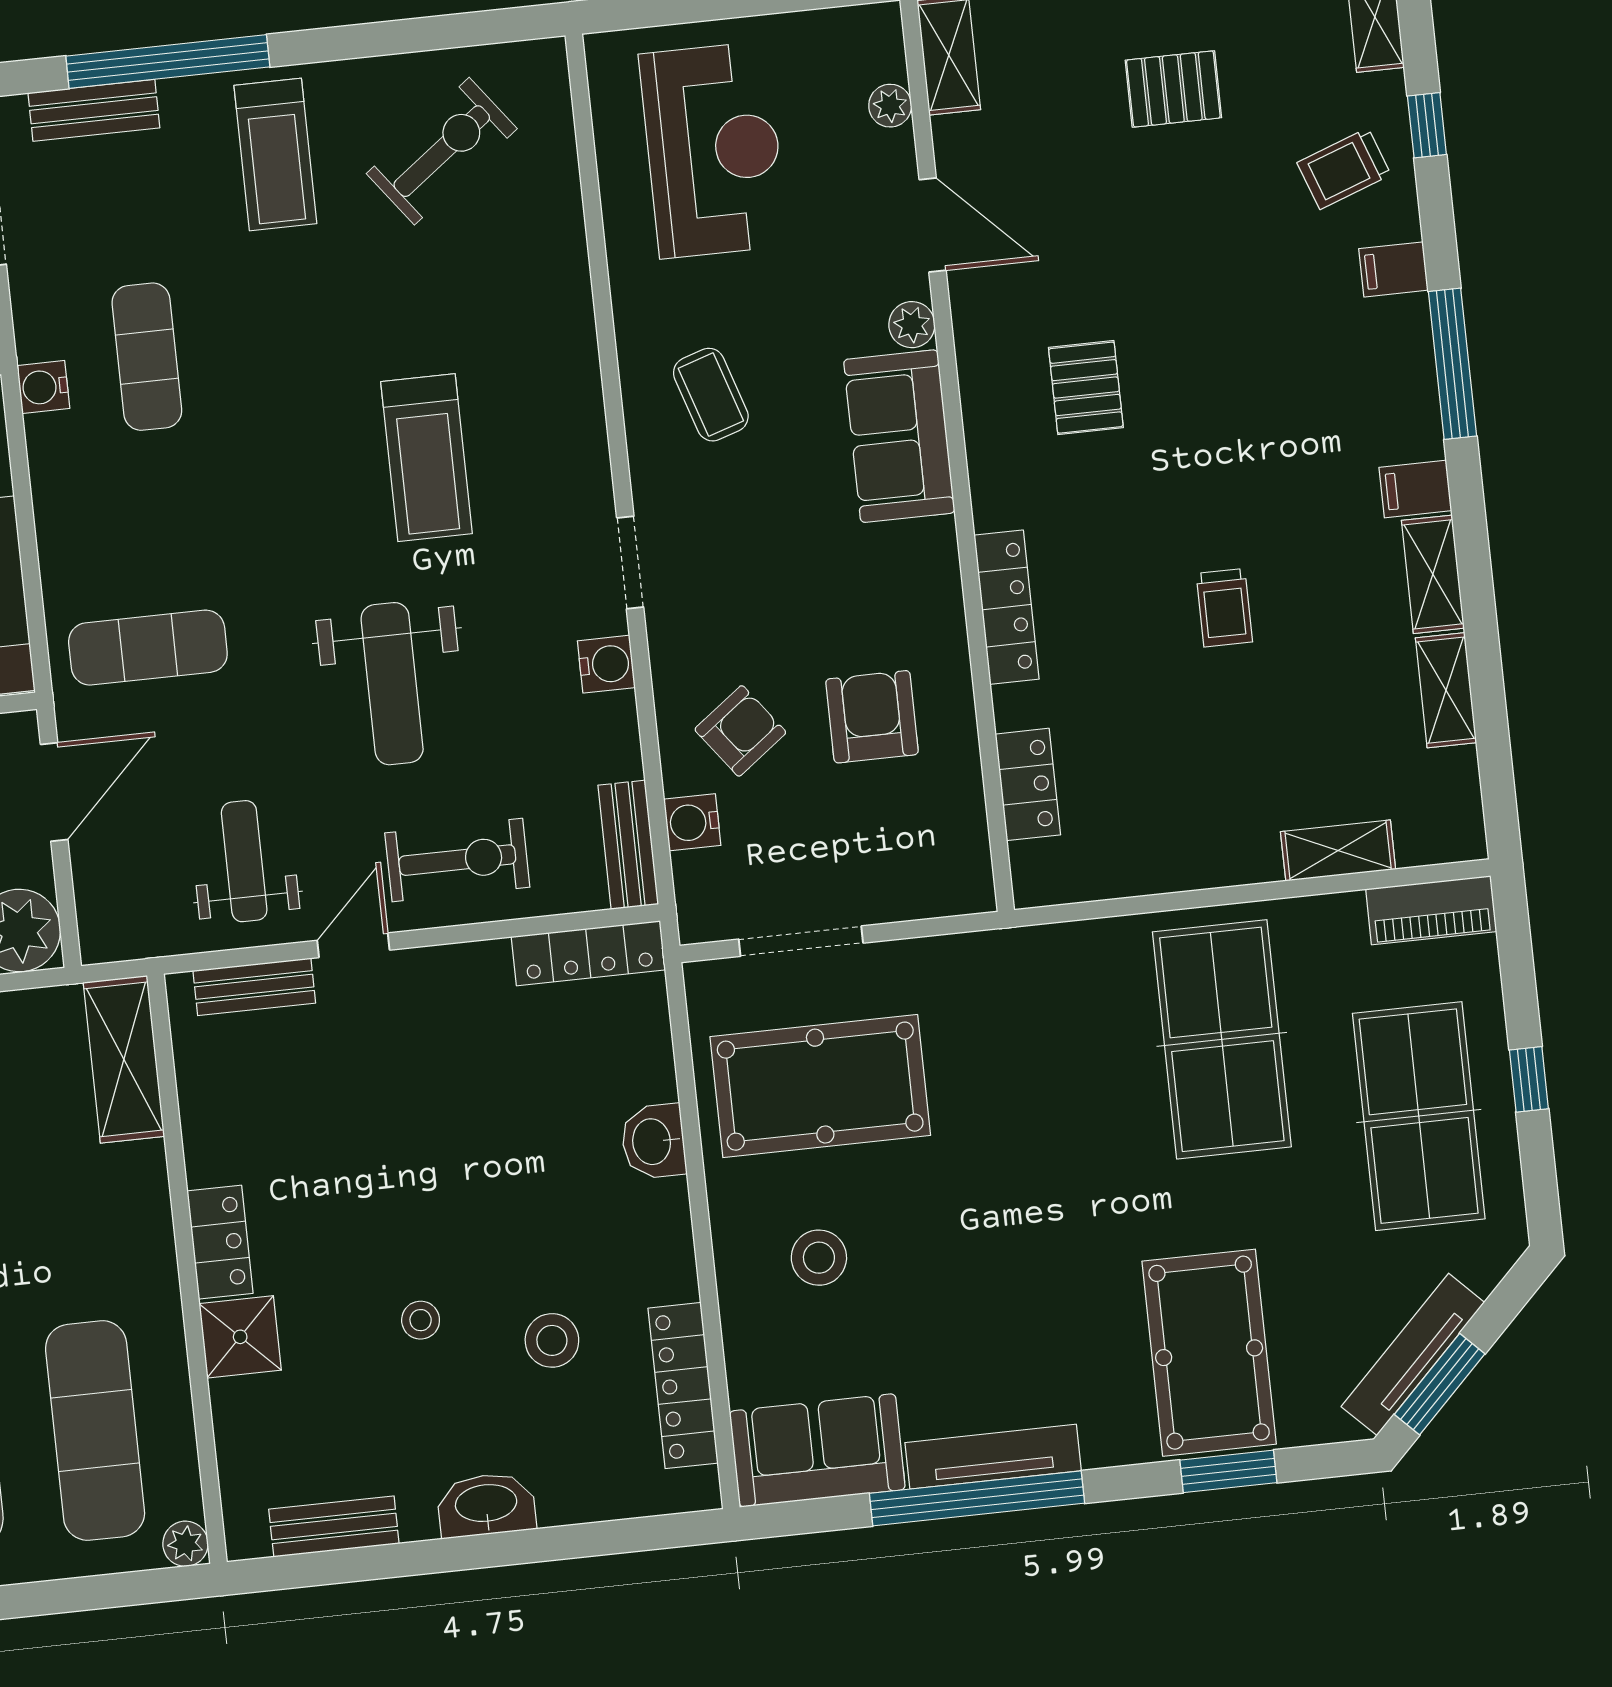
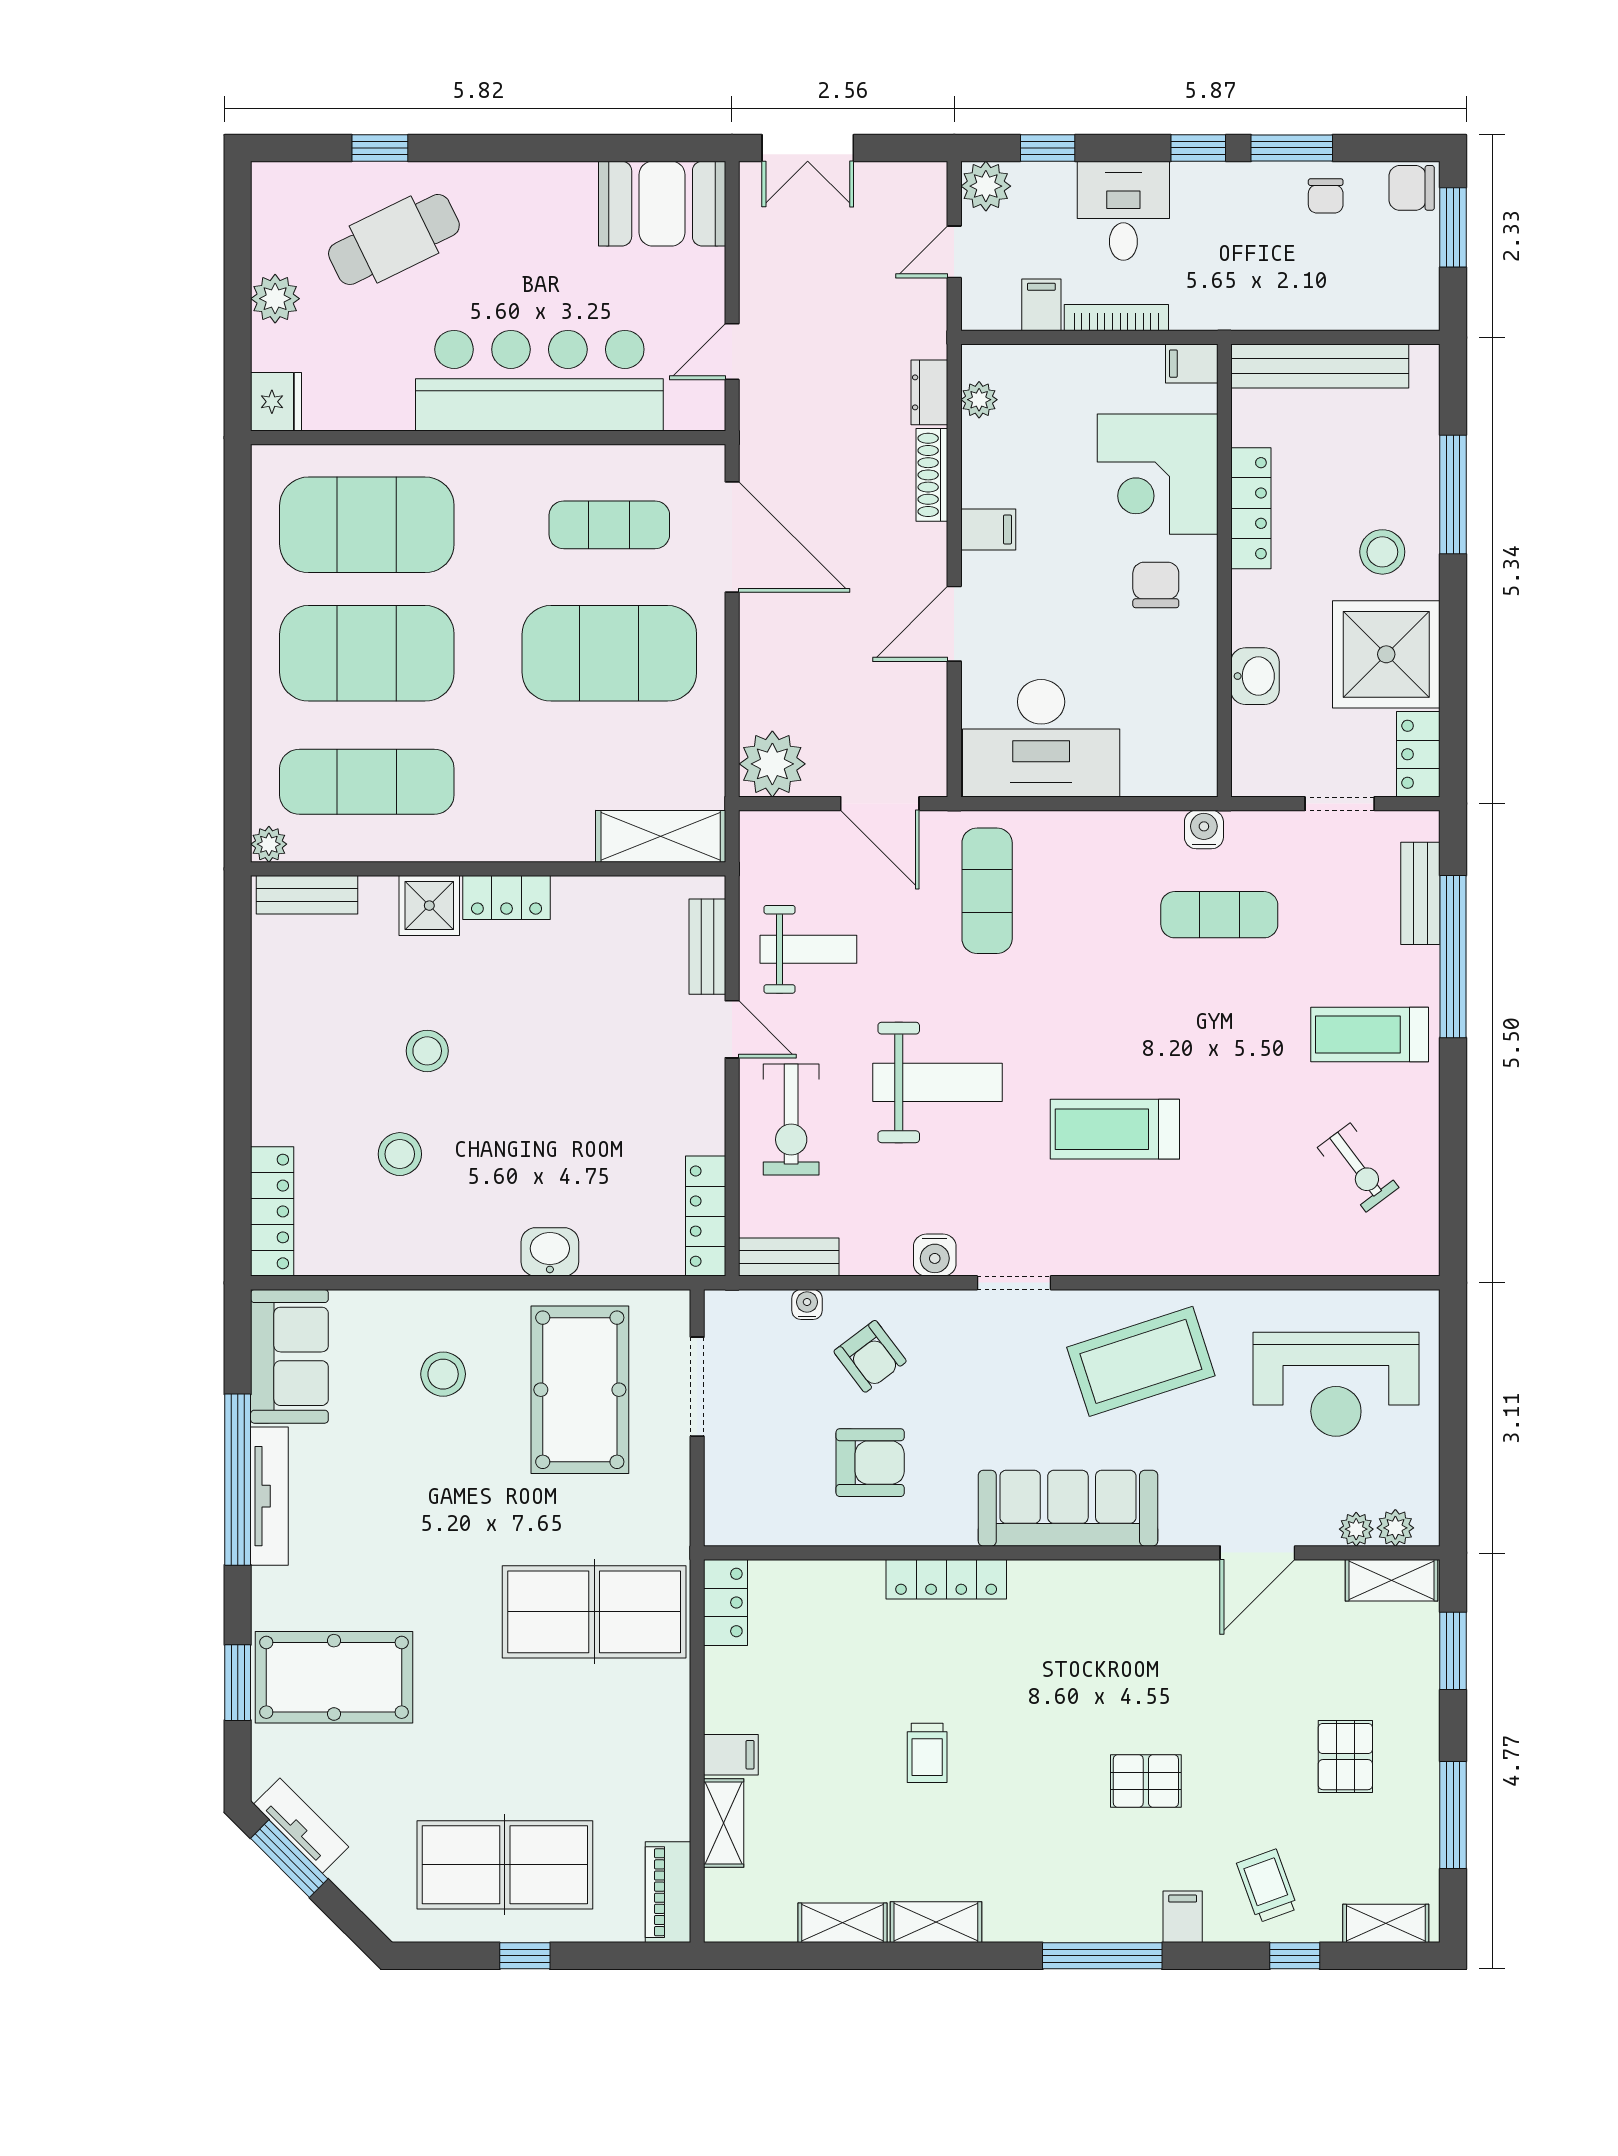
exercise bike: (442, 151) -> (1358, 1168), width x0.73, depth x0.72
plant: (912, 325) -> (1395, 1528), moved
pallet: (1086, 388) -> (1146, 1781), moved
coffee table: (711, 395) -> (1141, 1361), width x1.86, depth x1.72
sofa: (899, 436) -> (1068, 1508), width x1.36
filing cabinet: (1415, 489) -> (731, 1755), moved, turned 90
trolley: (1224, 608) -> (927, 1753), turned -90
weight bench: (392, 684) -> (937, 1082), turned 180
locker: (1028, 784) -> (726, 1602), moved, turned -90
water cooler: (692, 822) -> (807, 1304), width x0.72, depth x0.72
table tennis table: (1222, 1039) -> (594, 1612), moved
stool: (421, 1320) -> (427, 1051), width x1.37, depth x1.37
tv unit: (1413, 1354) -> (301, 1826), width x0.71
locker: (683, 1386) -> (272, 1211), moved, turned 90
washbasin: (486, 1505) -> (274, 1088), removed
bench: (334, 1526) -> (307, 895), moved, turned 90

